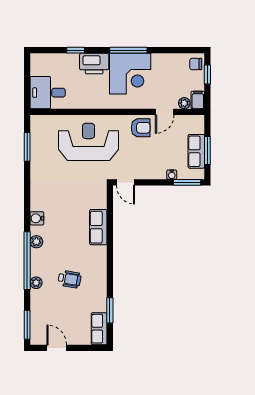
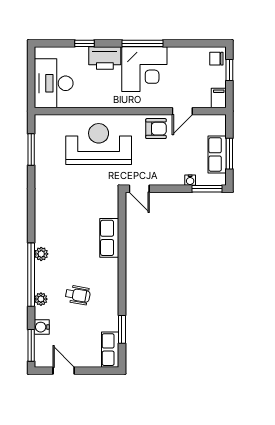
desk: (48, 93) -> (54, 83), width x1.37
plant: (184, 103) -> (204, 102), removed
water cooler: (37, 218) -> (42, 327), moved

